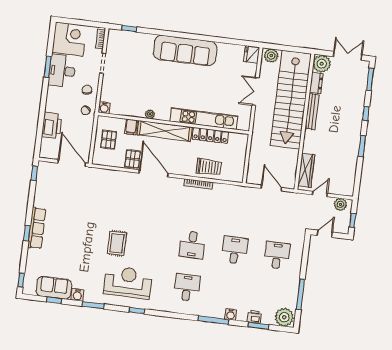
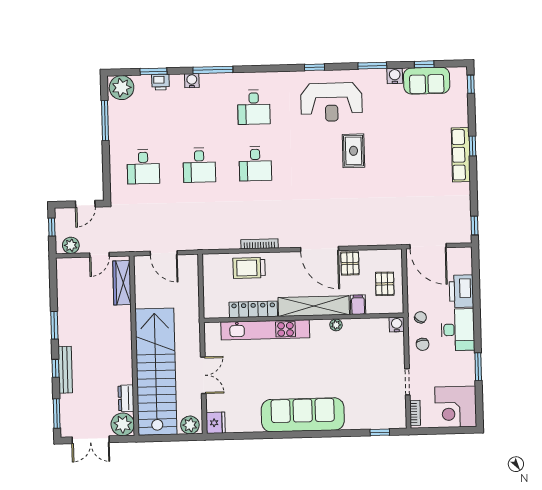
desk: (62, 71) -> (458, 330), moved
bench: (312, 112) -> (65, 370), moved
desk: (192, 245) -> (255, 164), turned 180

